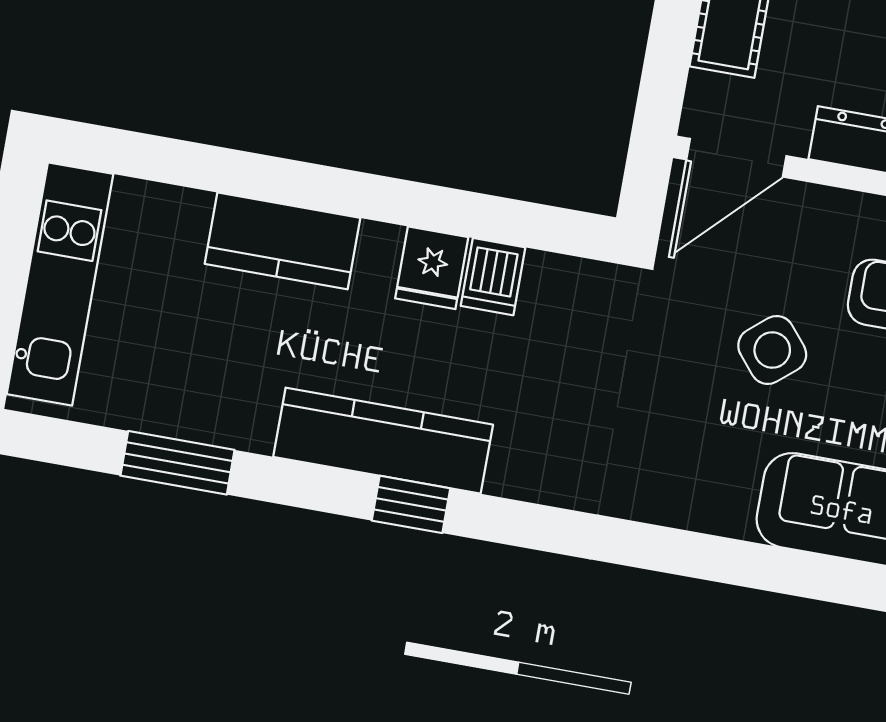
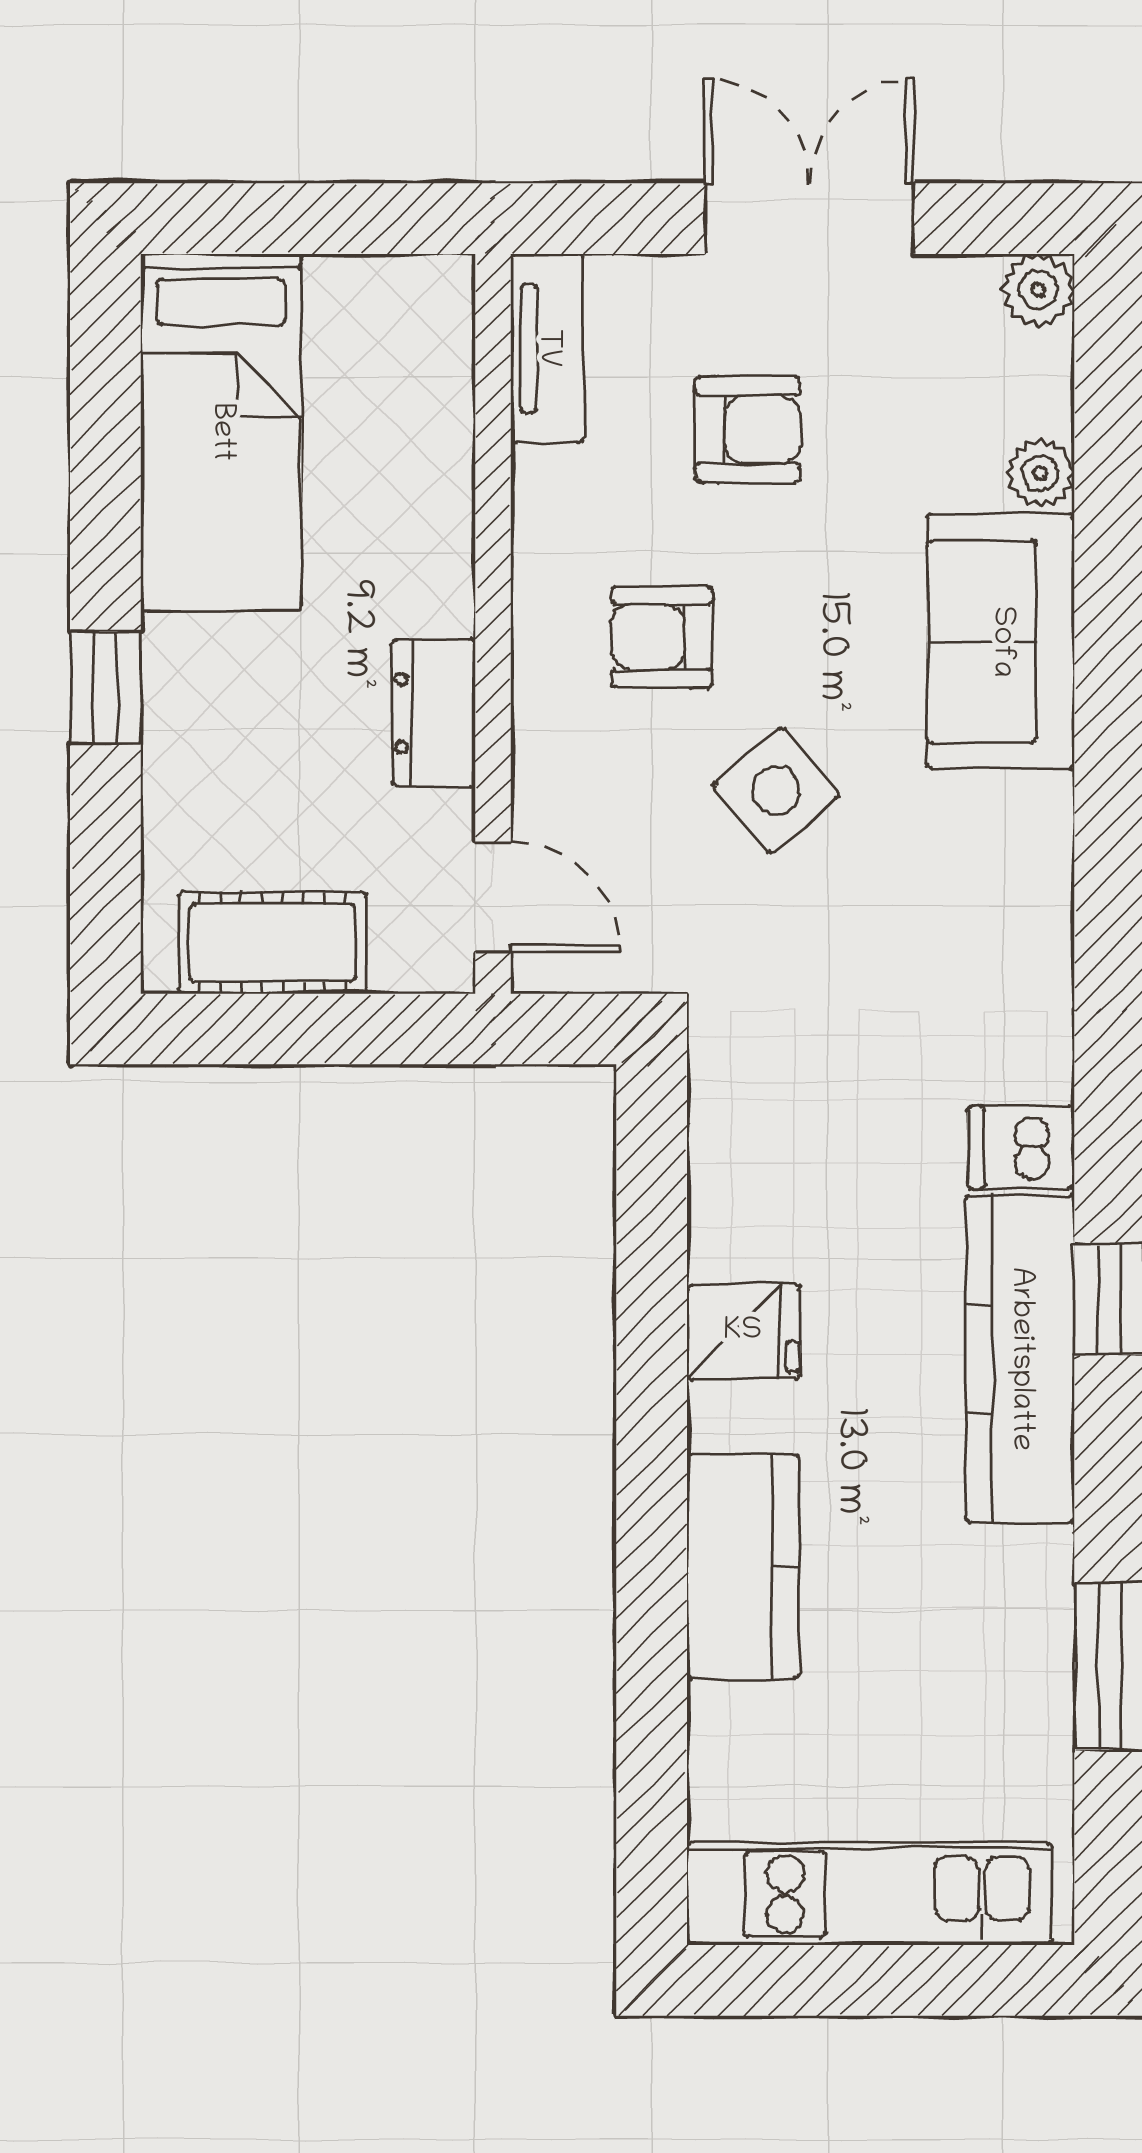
door: (736, 158) -> (493, 897), width x0.73
dishwasher: (493, 277) -> (1021, 1147), moved, turned 180

